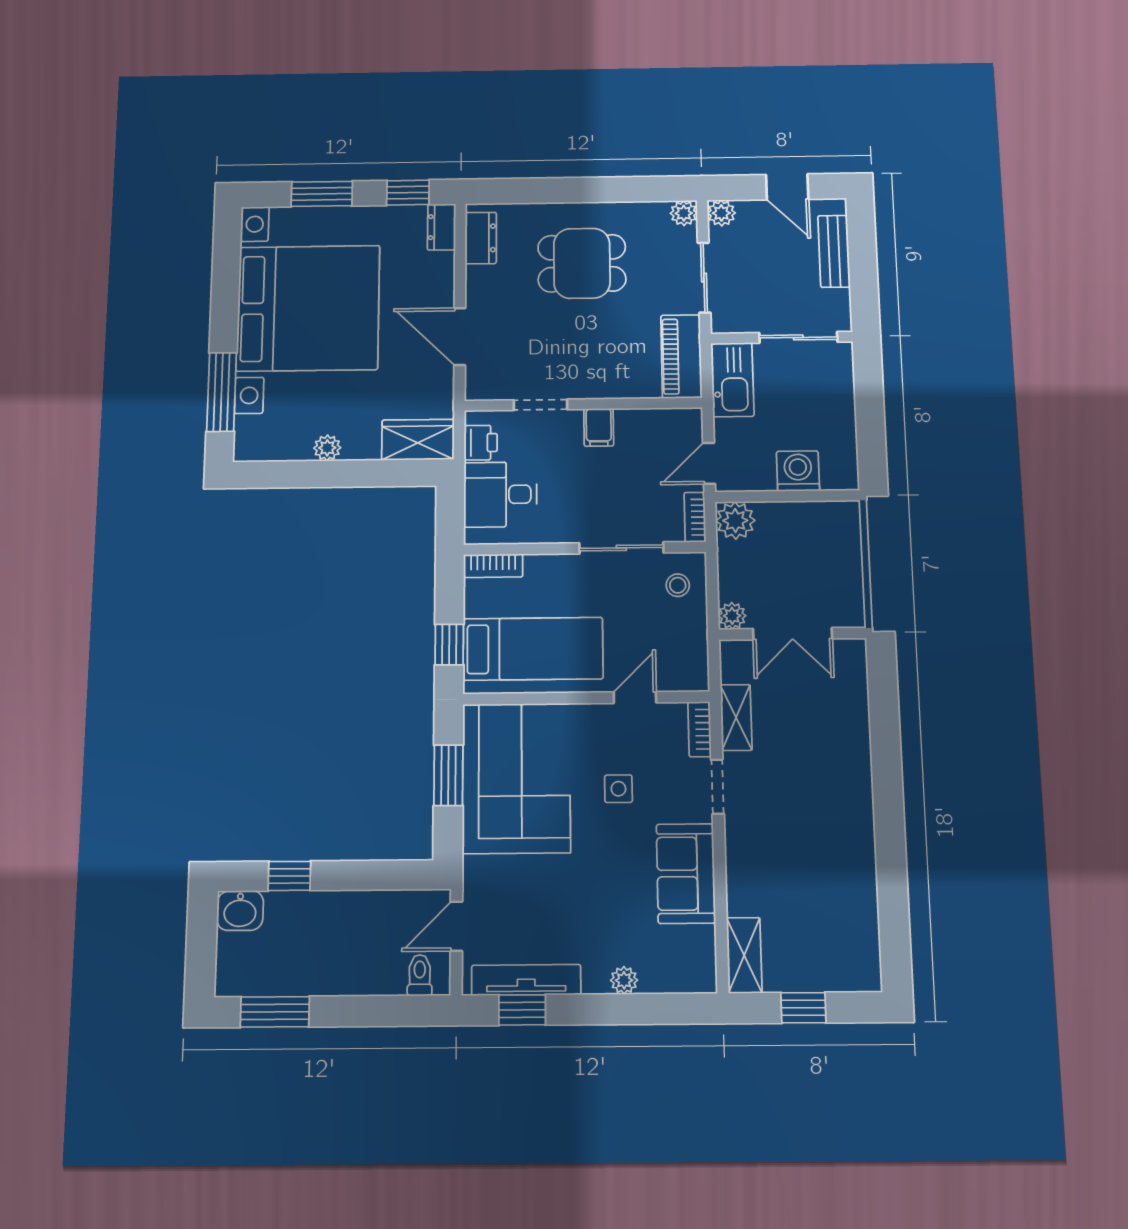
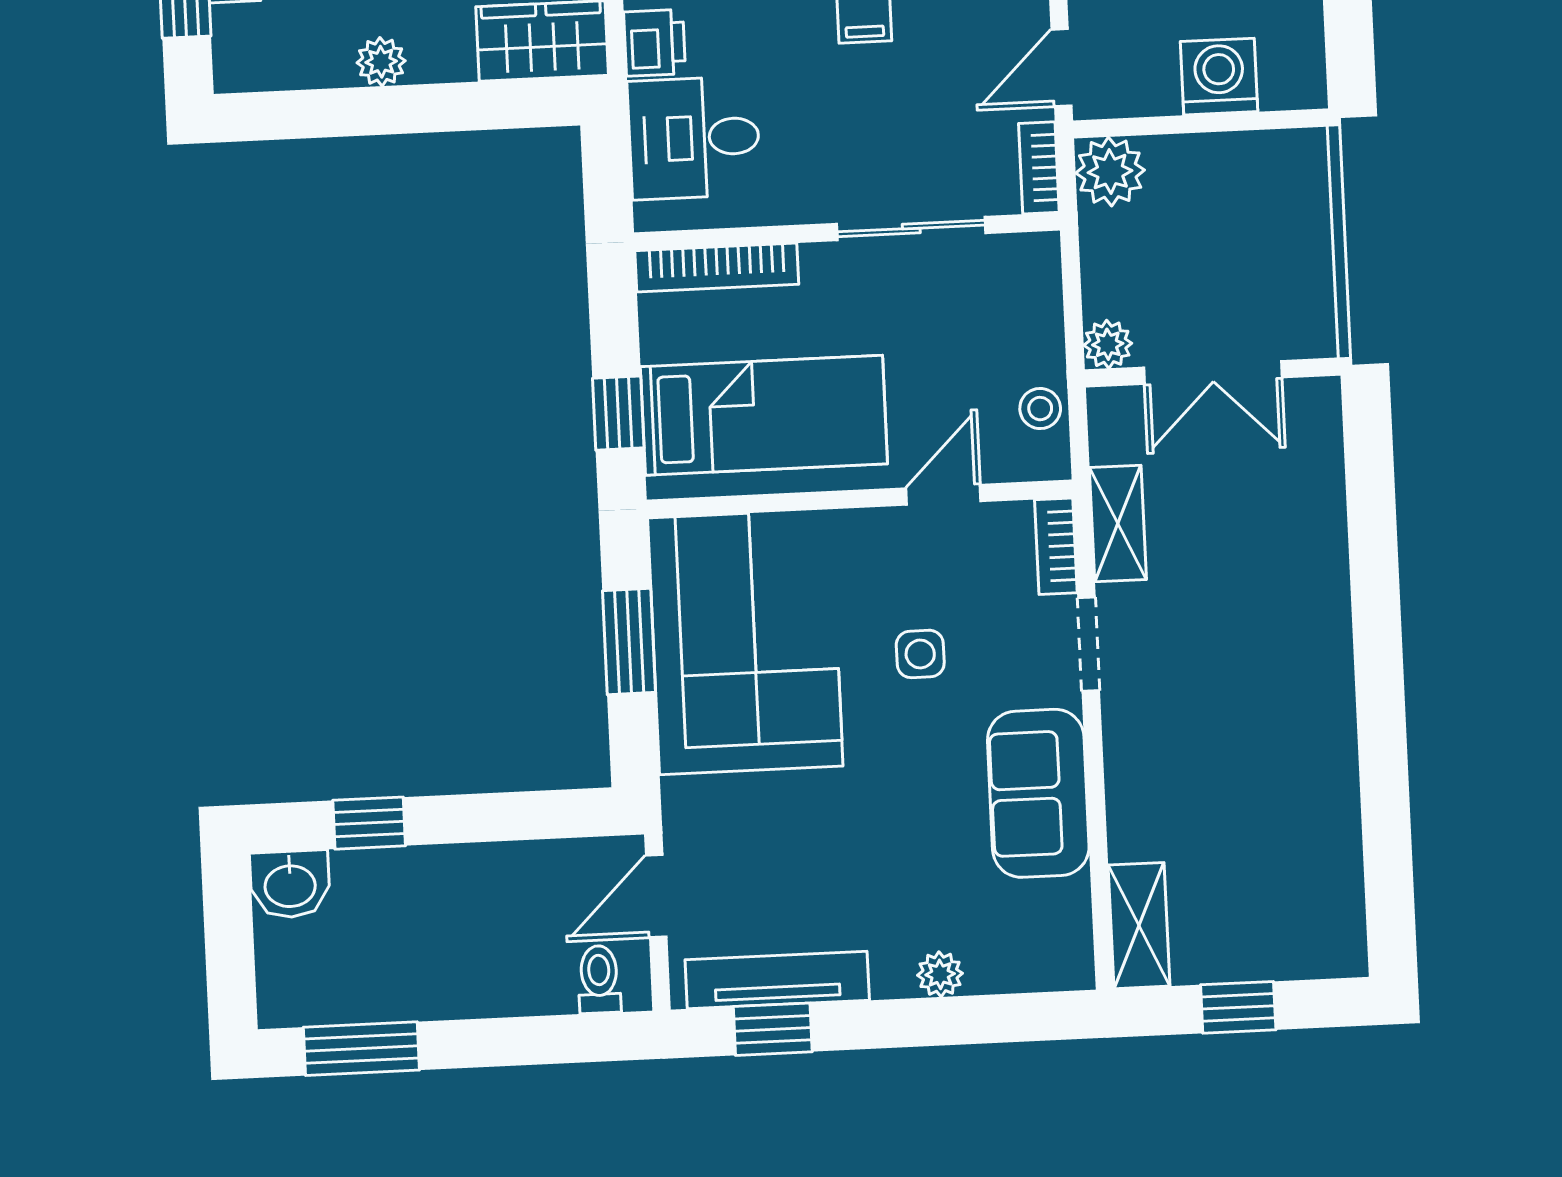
bookcase: (493, 566) -> (717, 268), width x1.56
stool: (678, 585) -> (1040, 409), moved

